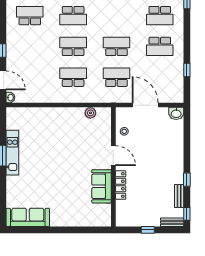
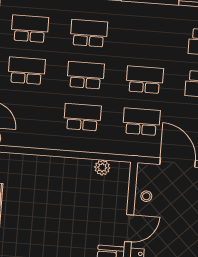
school desk: (73, 16) -> (89, 33), turned 180
school desk: (30, 46) -> (27, 71), added
door: (113, 156) -> (129, 228), hinge flipped

